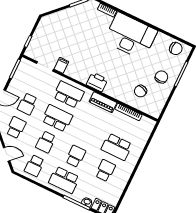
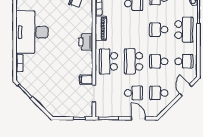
school desk: (46, 142) -> (159, 61), turned 180

